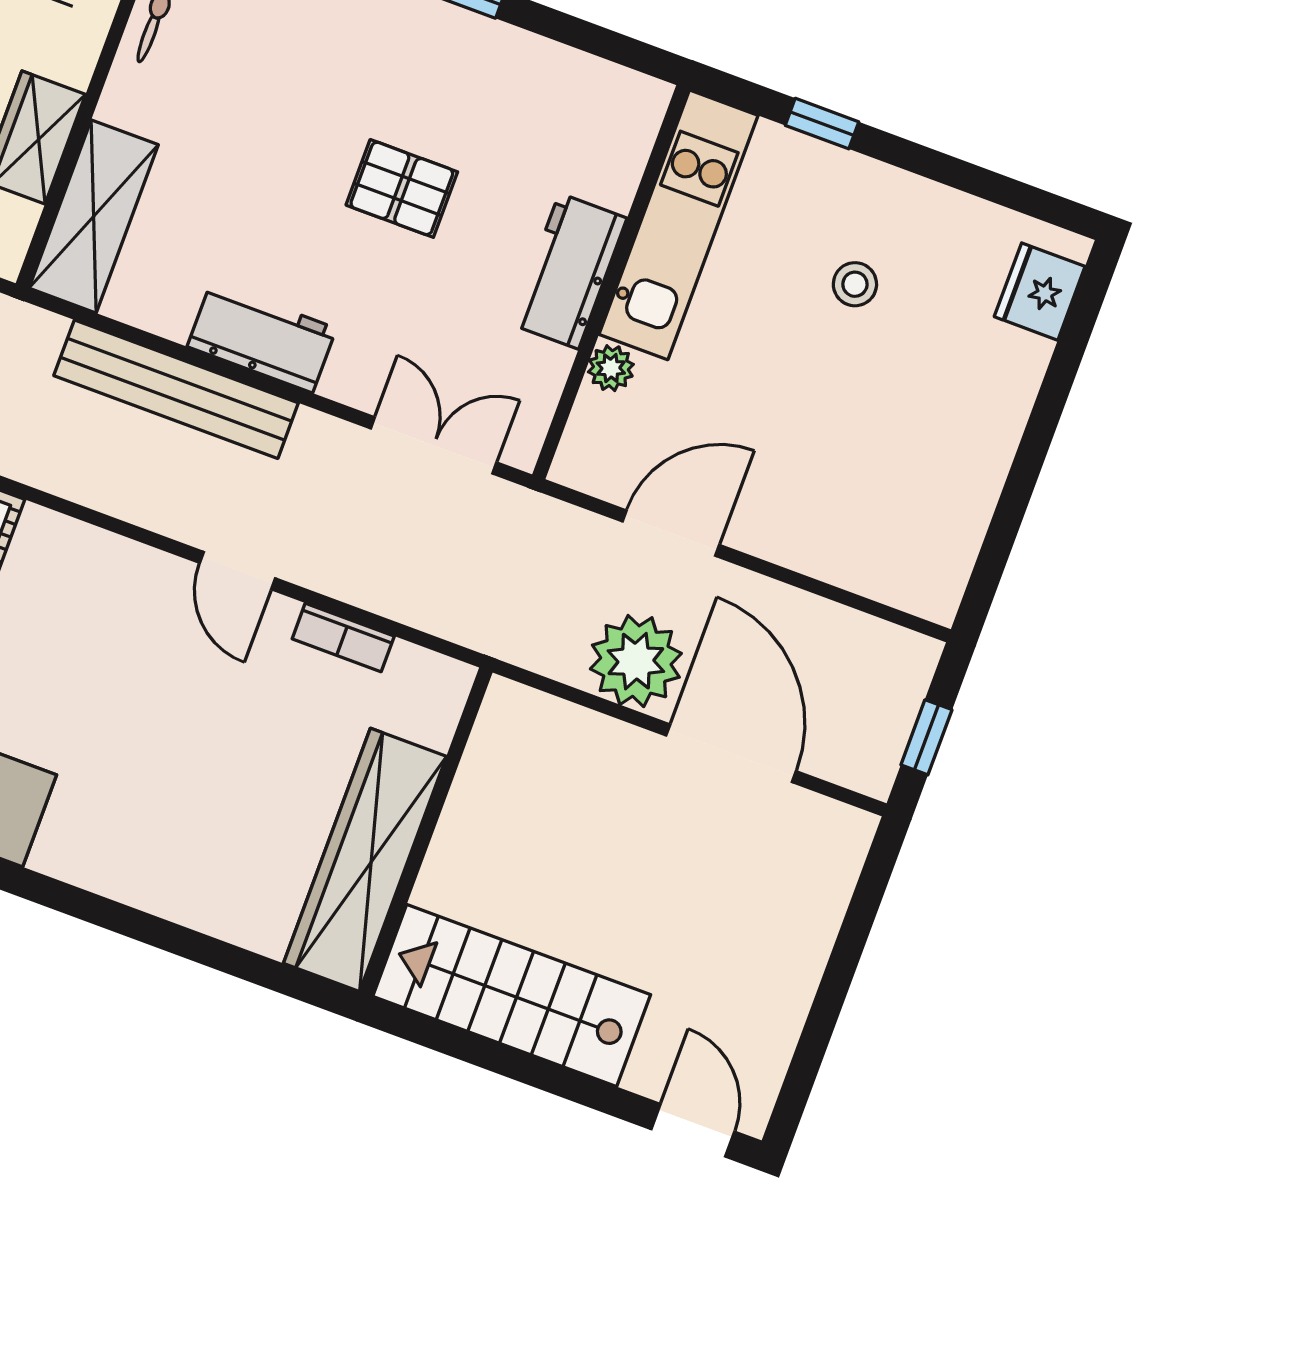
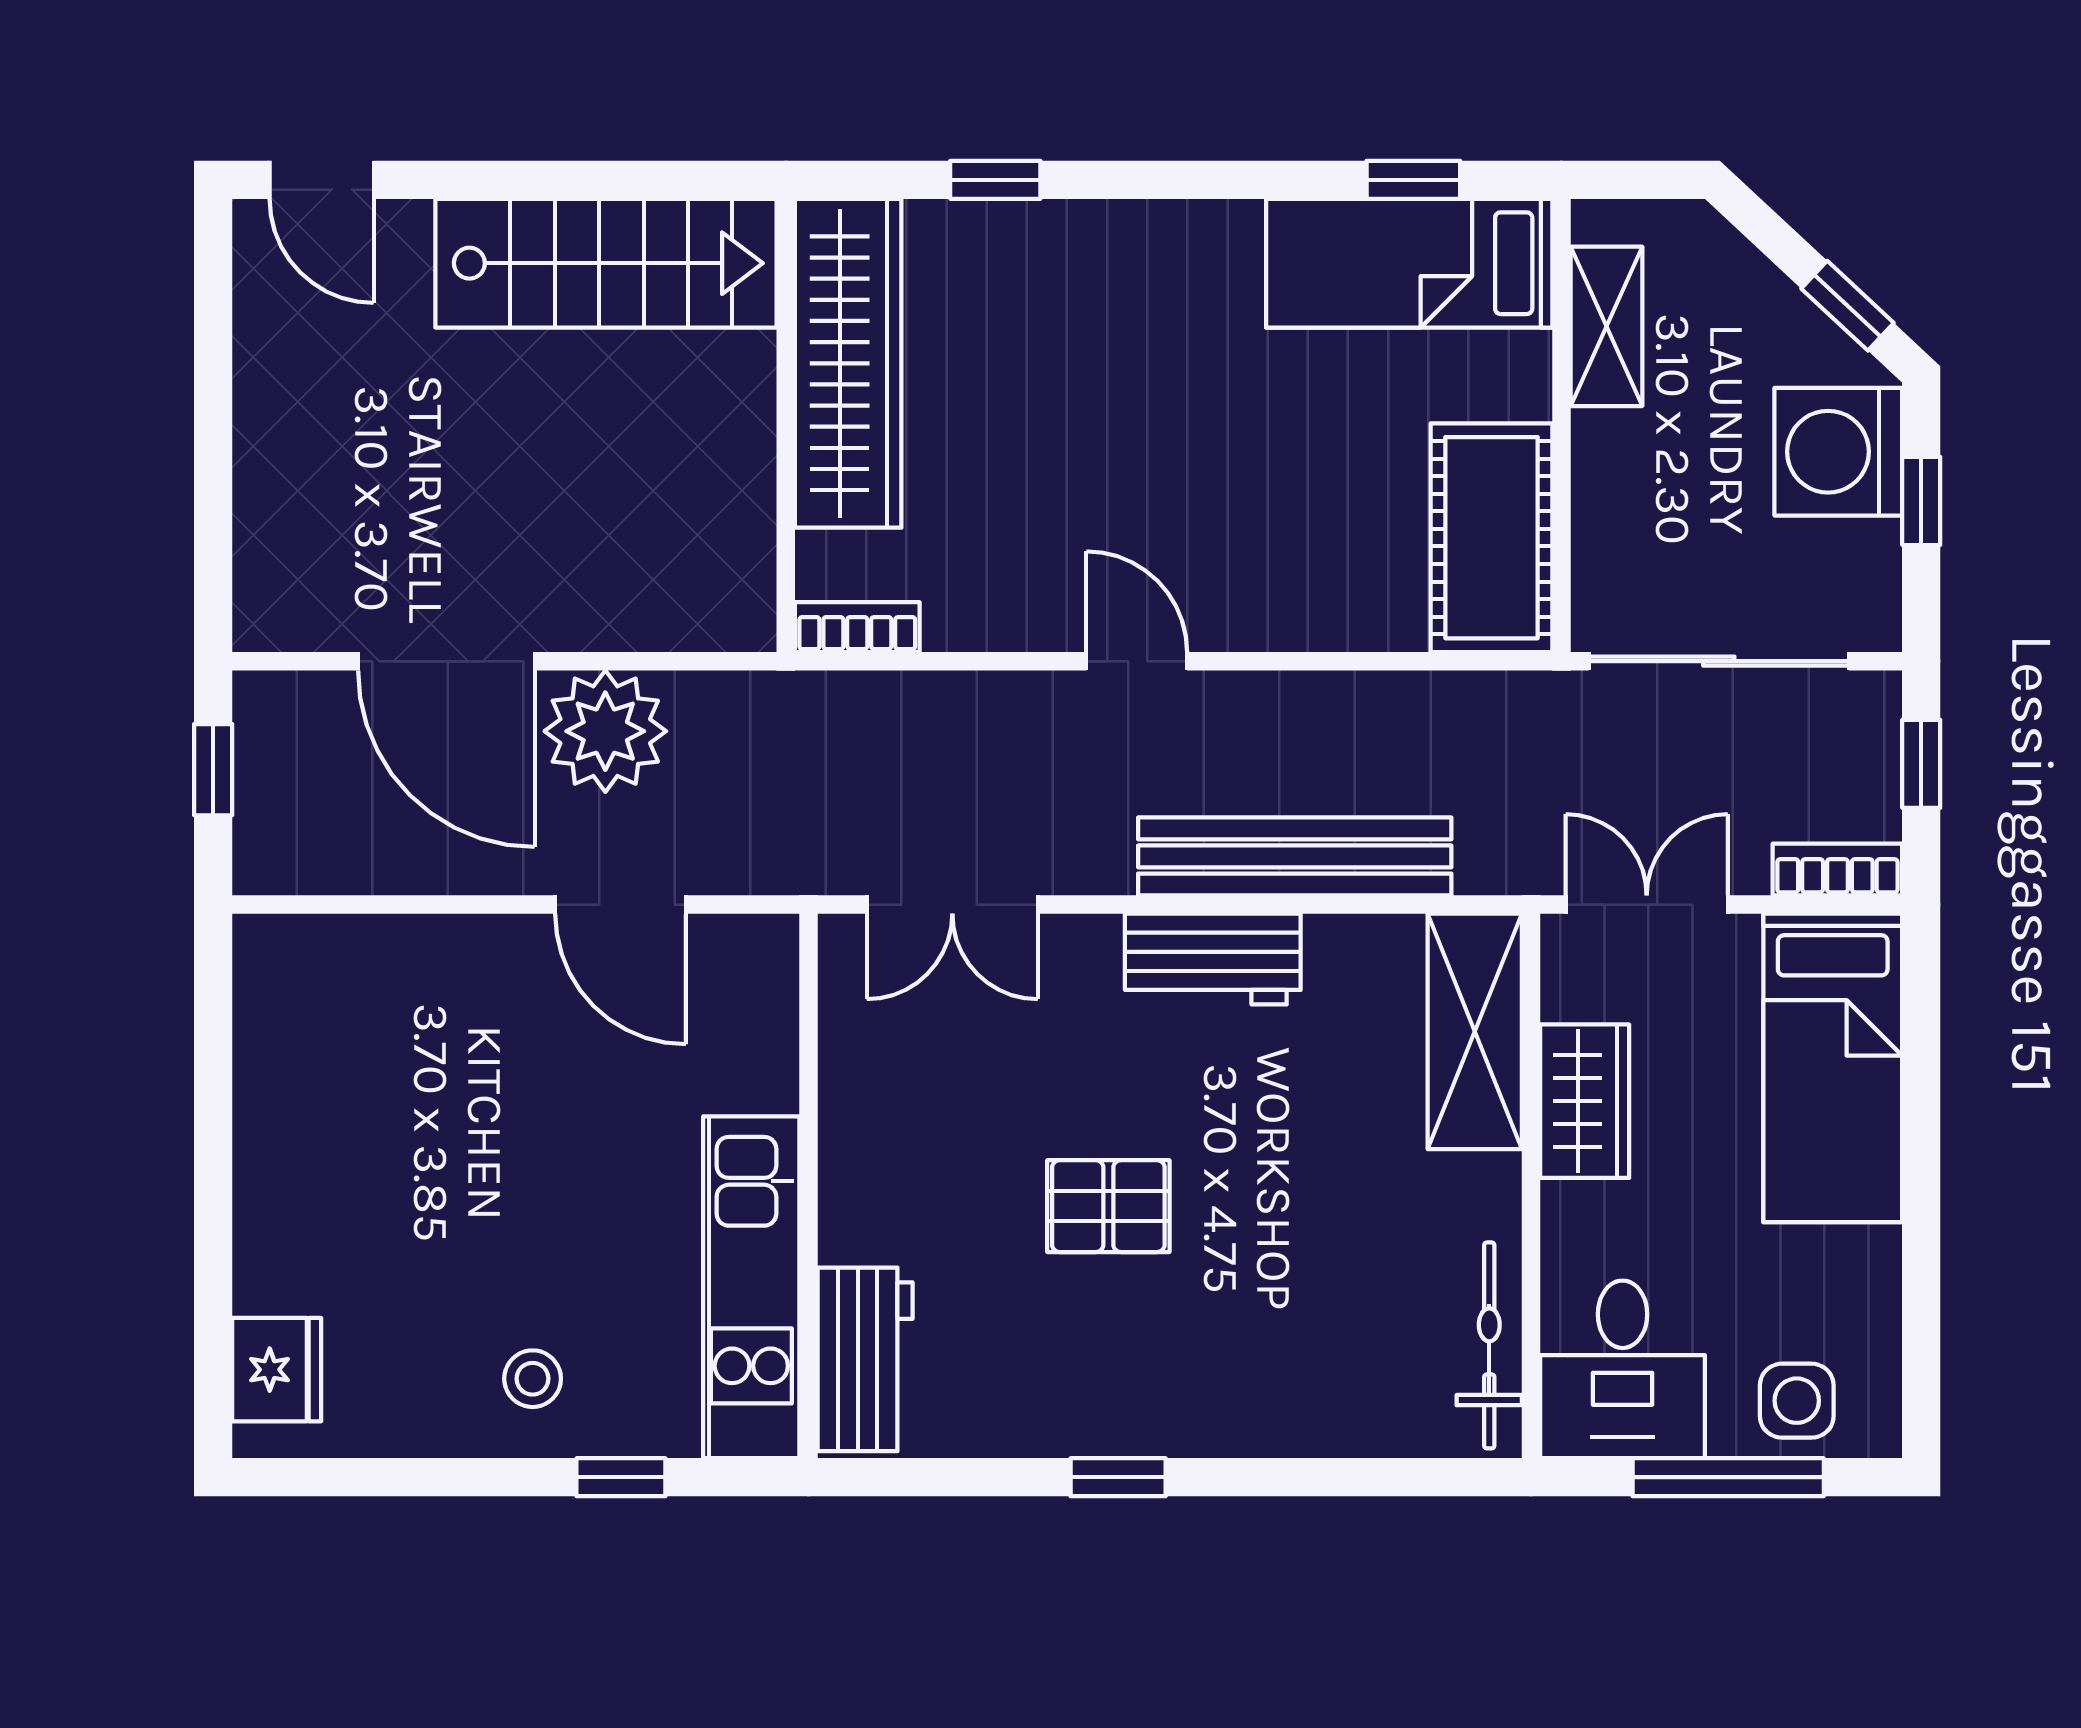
workbench: (569, 271) -> (865, 1359), moved
stool: (855, 284) -> (533, 1379), moved
plant: (611, 368) -> (769, 1080), removed
door: (671, 533) -> (621, 905), hinge flipped
bookcase: (343, 637) -> (857, 627), moved
window: (211, 952) -> (995, 180), added

